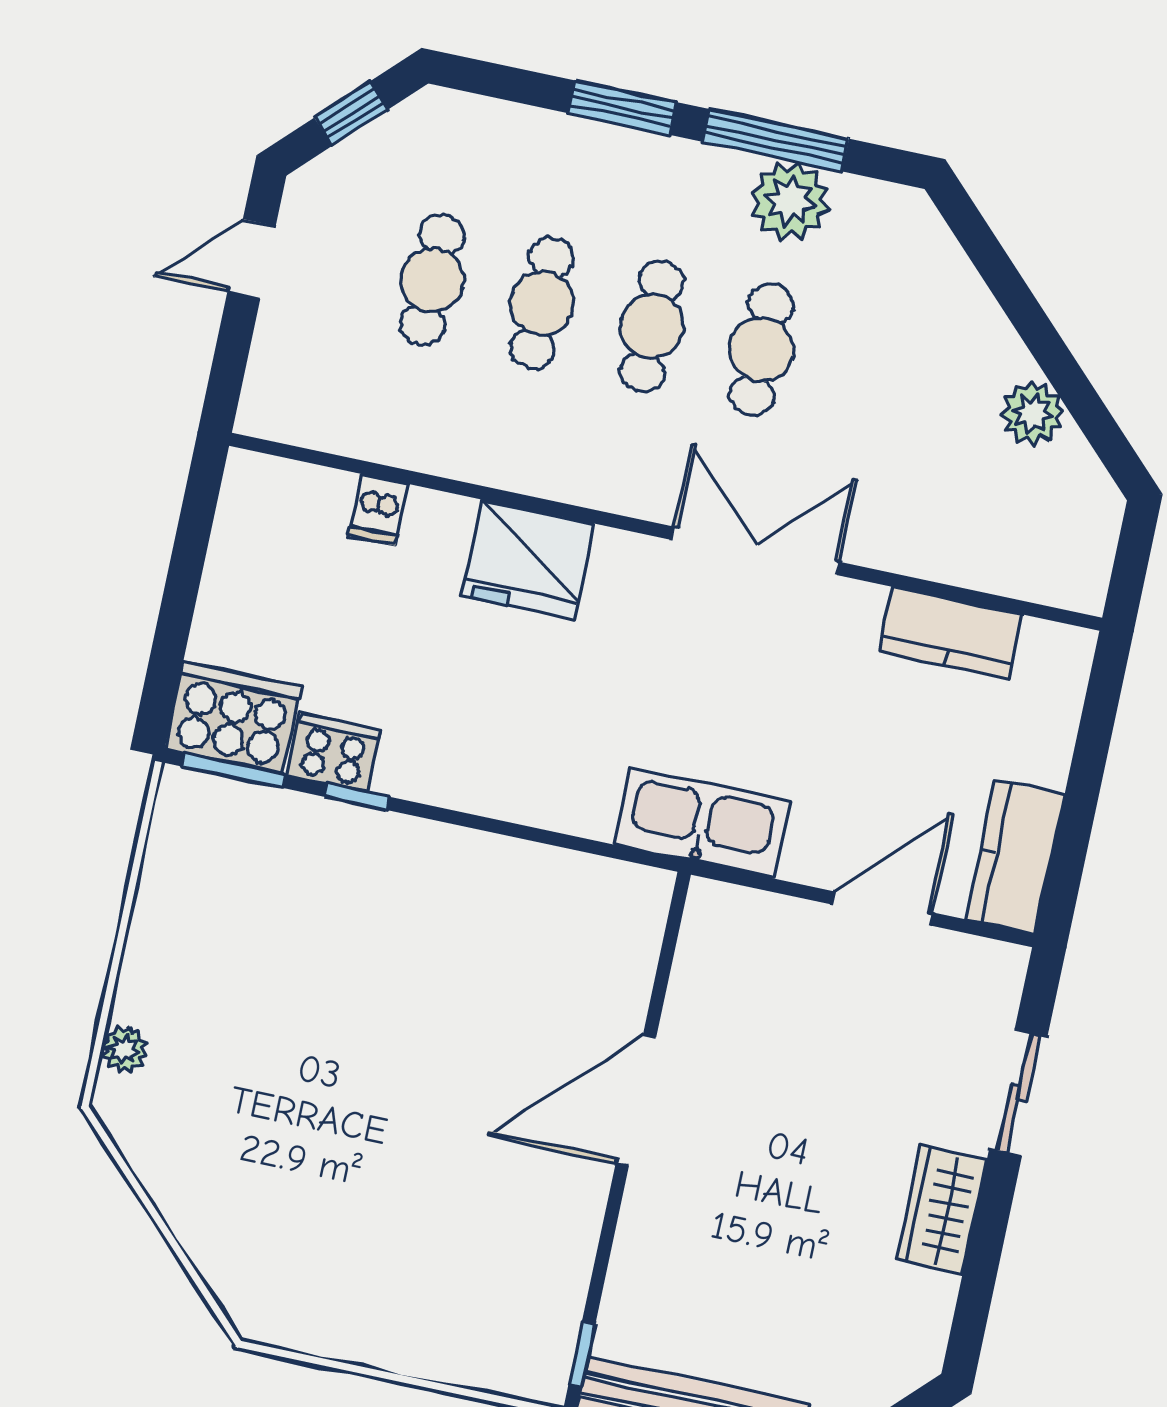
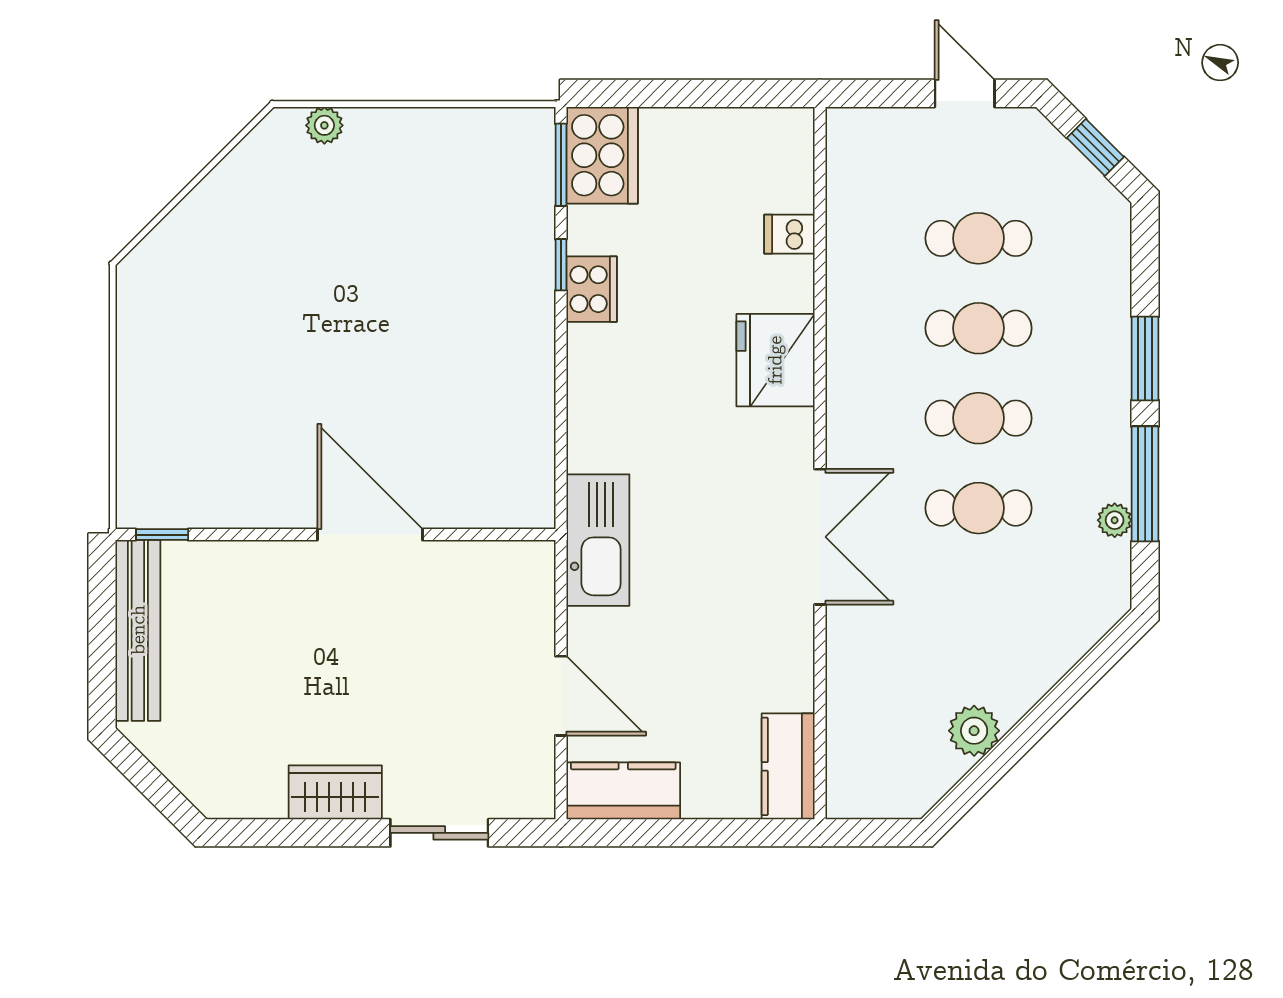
plant: (790, 201) -> (1115, 520), width x0.53, depth x0.53
kitchen counter: (951, 633) -> (788, 766), moved
cooker: (334, 753) -> (592, 289), moved

